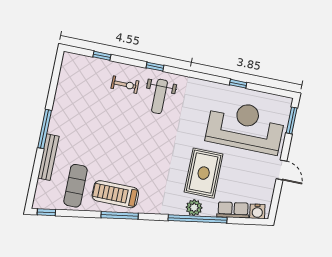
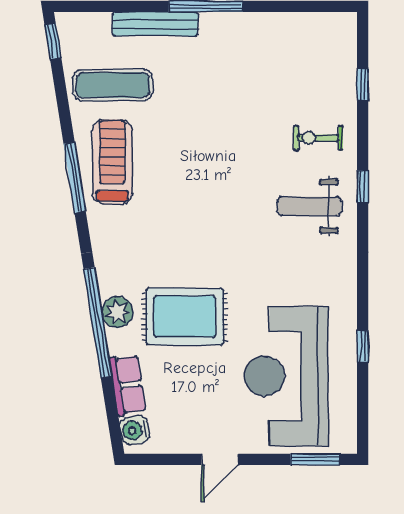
exercise bike: (125, 85) -> (318, 138), turned 90
reception desk: (245, 127) -> (286, 376), turned 180

